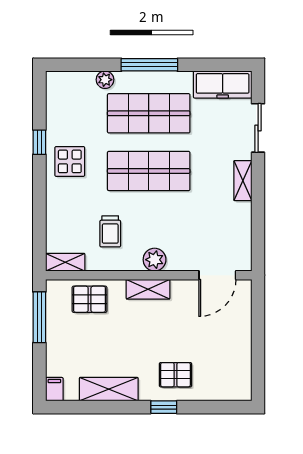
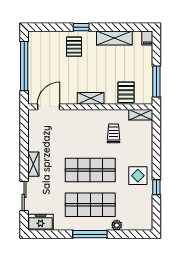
freezer: (223, 84) -> (40, 222), width x0.71
plant: (155, 260) -> (87, 116), removed
pallet: (90, 299) -> (126, 92), turned 90
window: (258, 343) -> (24, 66), added
pallet: (175, 375) -> (74, 47), turned 90

